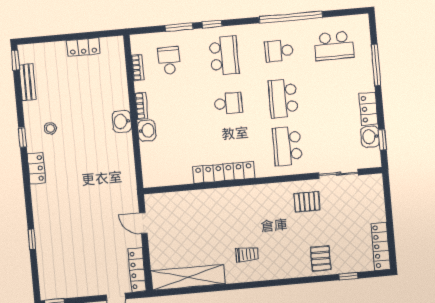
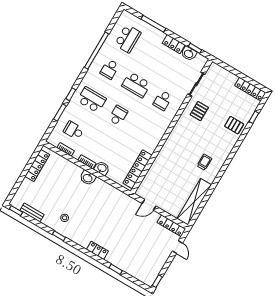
locker: (83, 47) -> (37, 165), width x1.53
school desk: (287, 146) -> (163, 100), width x0.54
locker: (36, 168) -> (97, 250), moved
locker: (224, 172) -> (137, 169), moved

